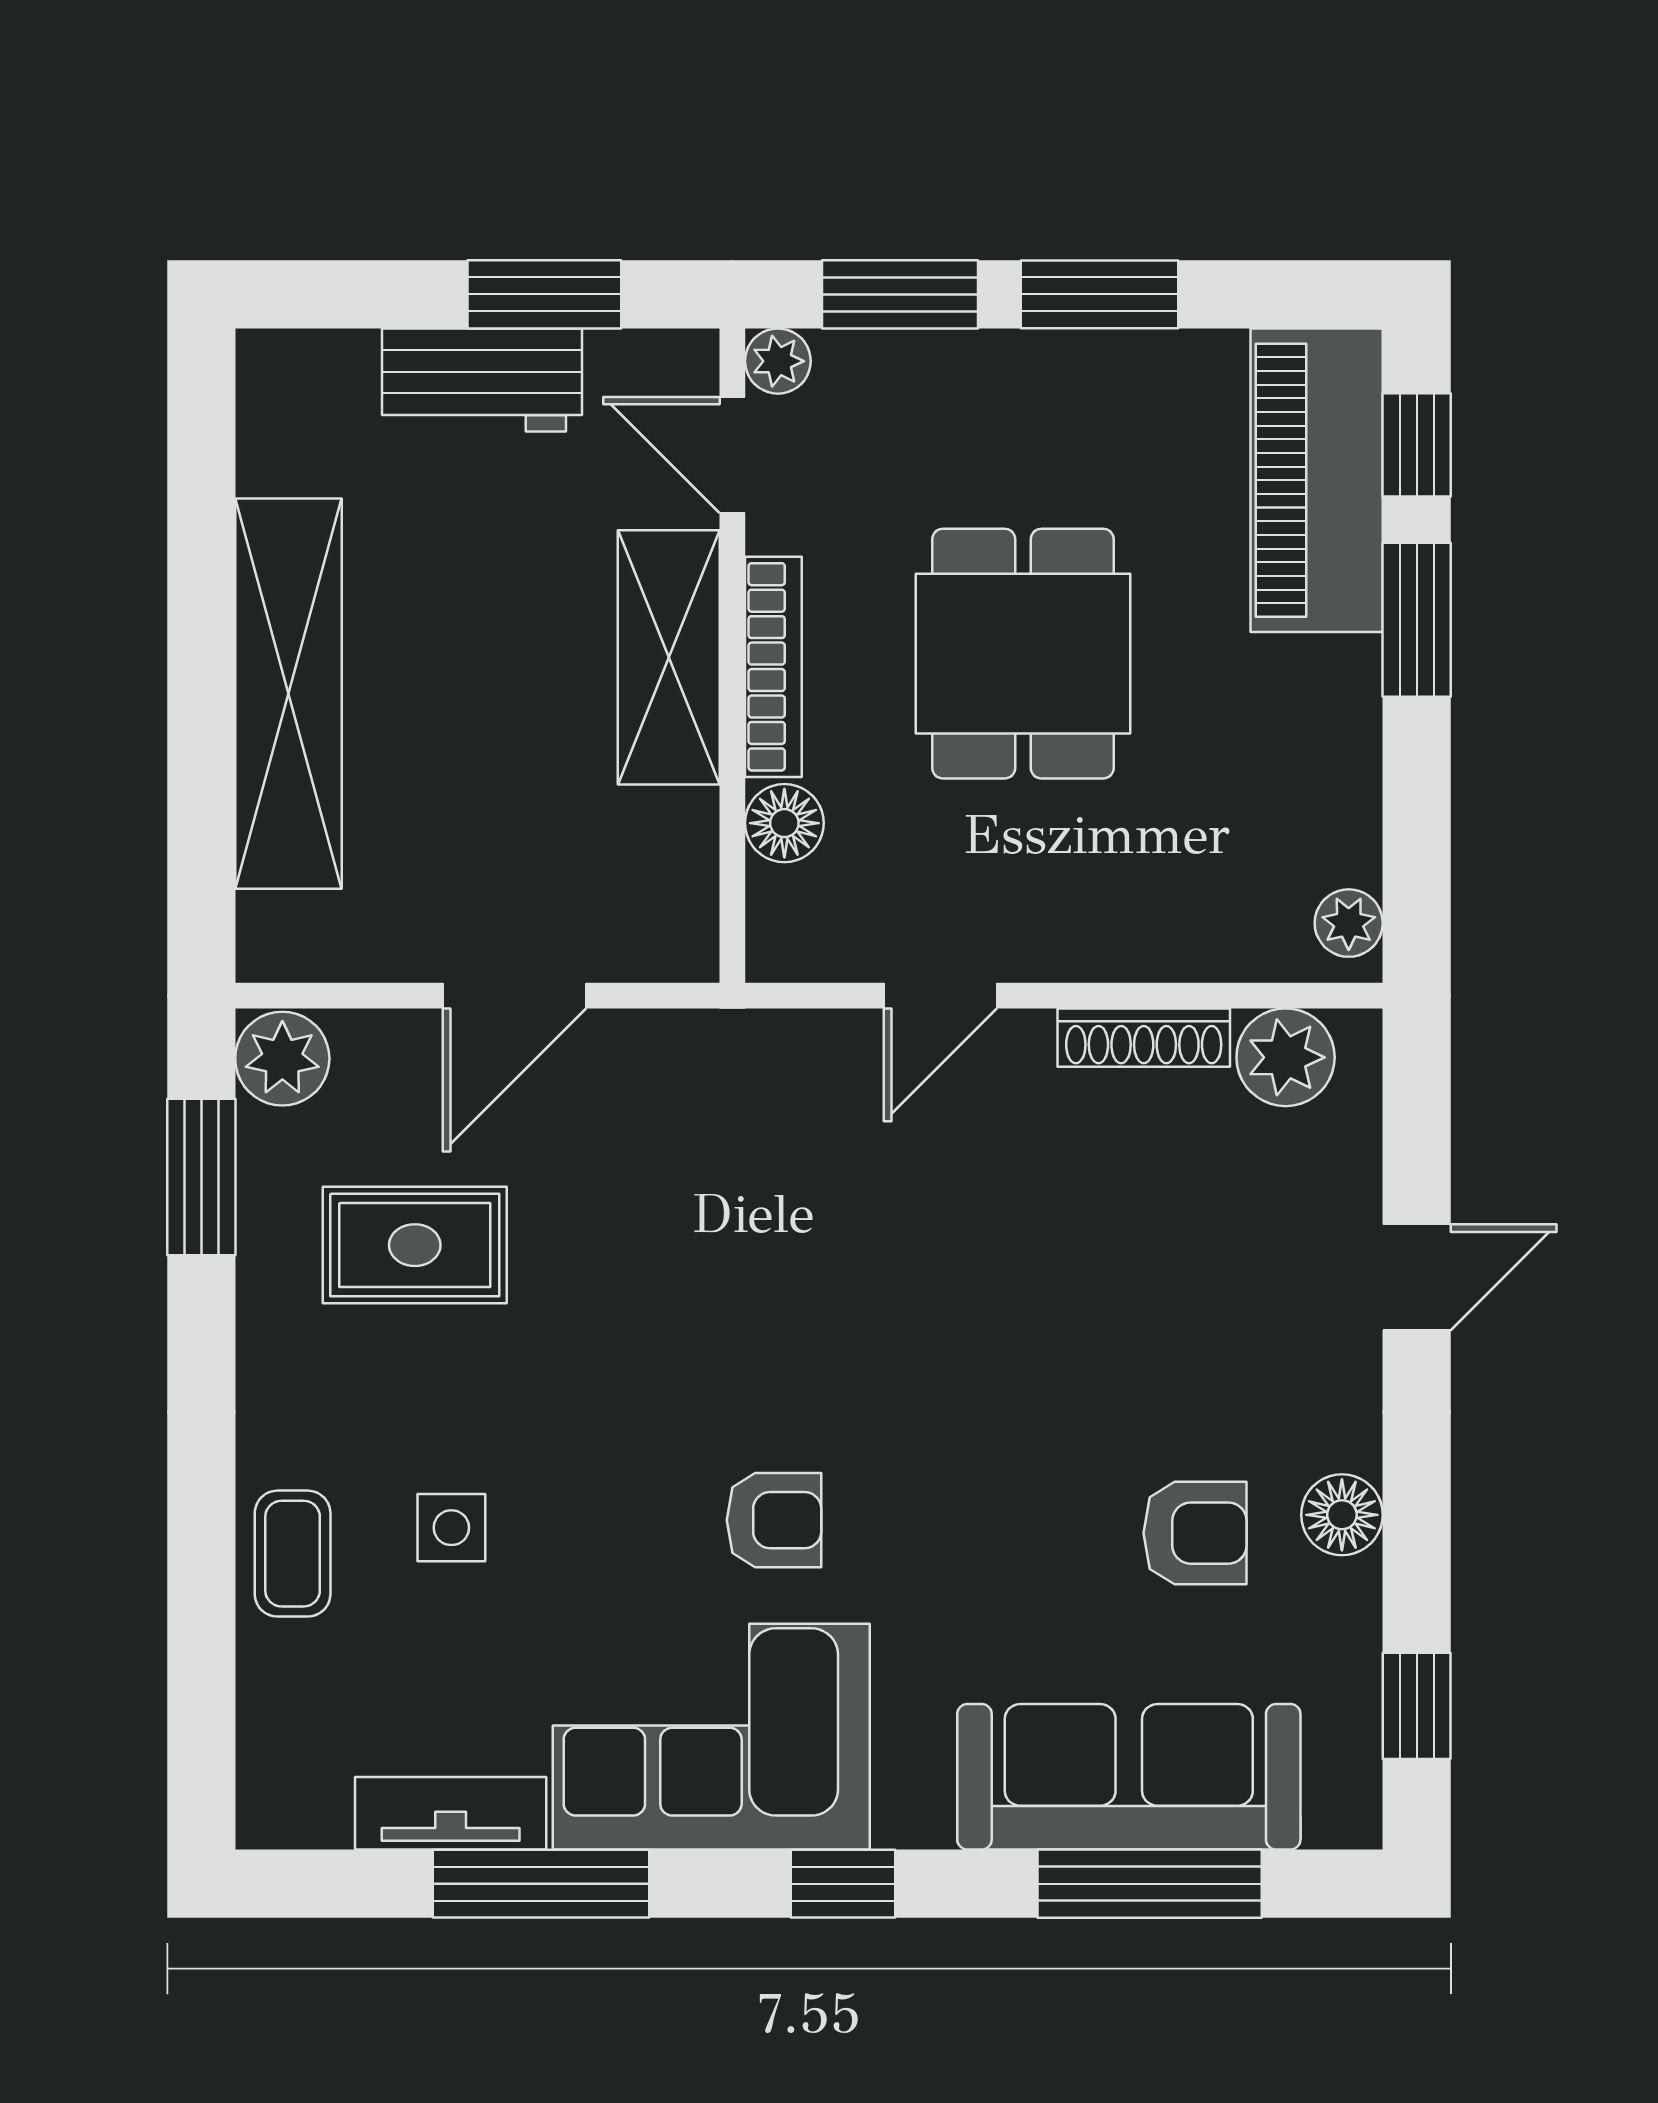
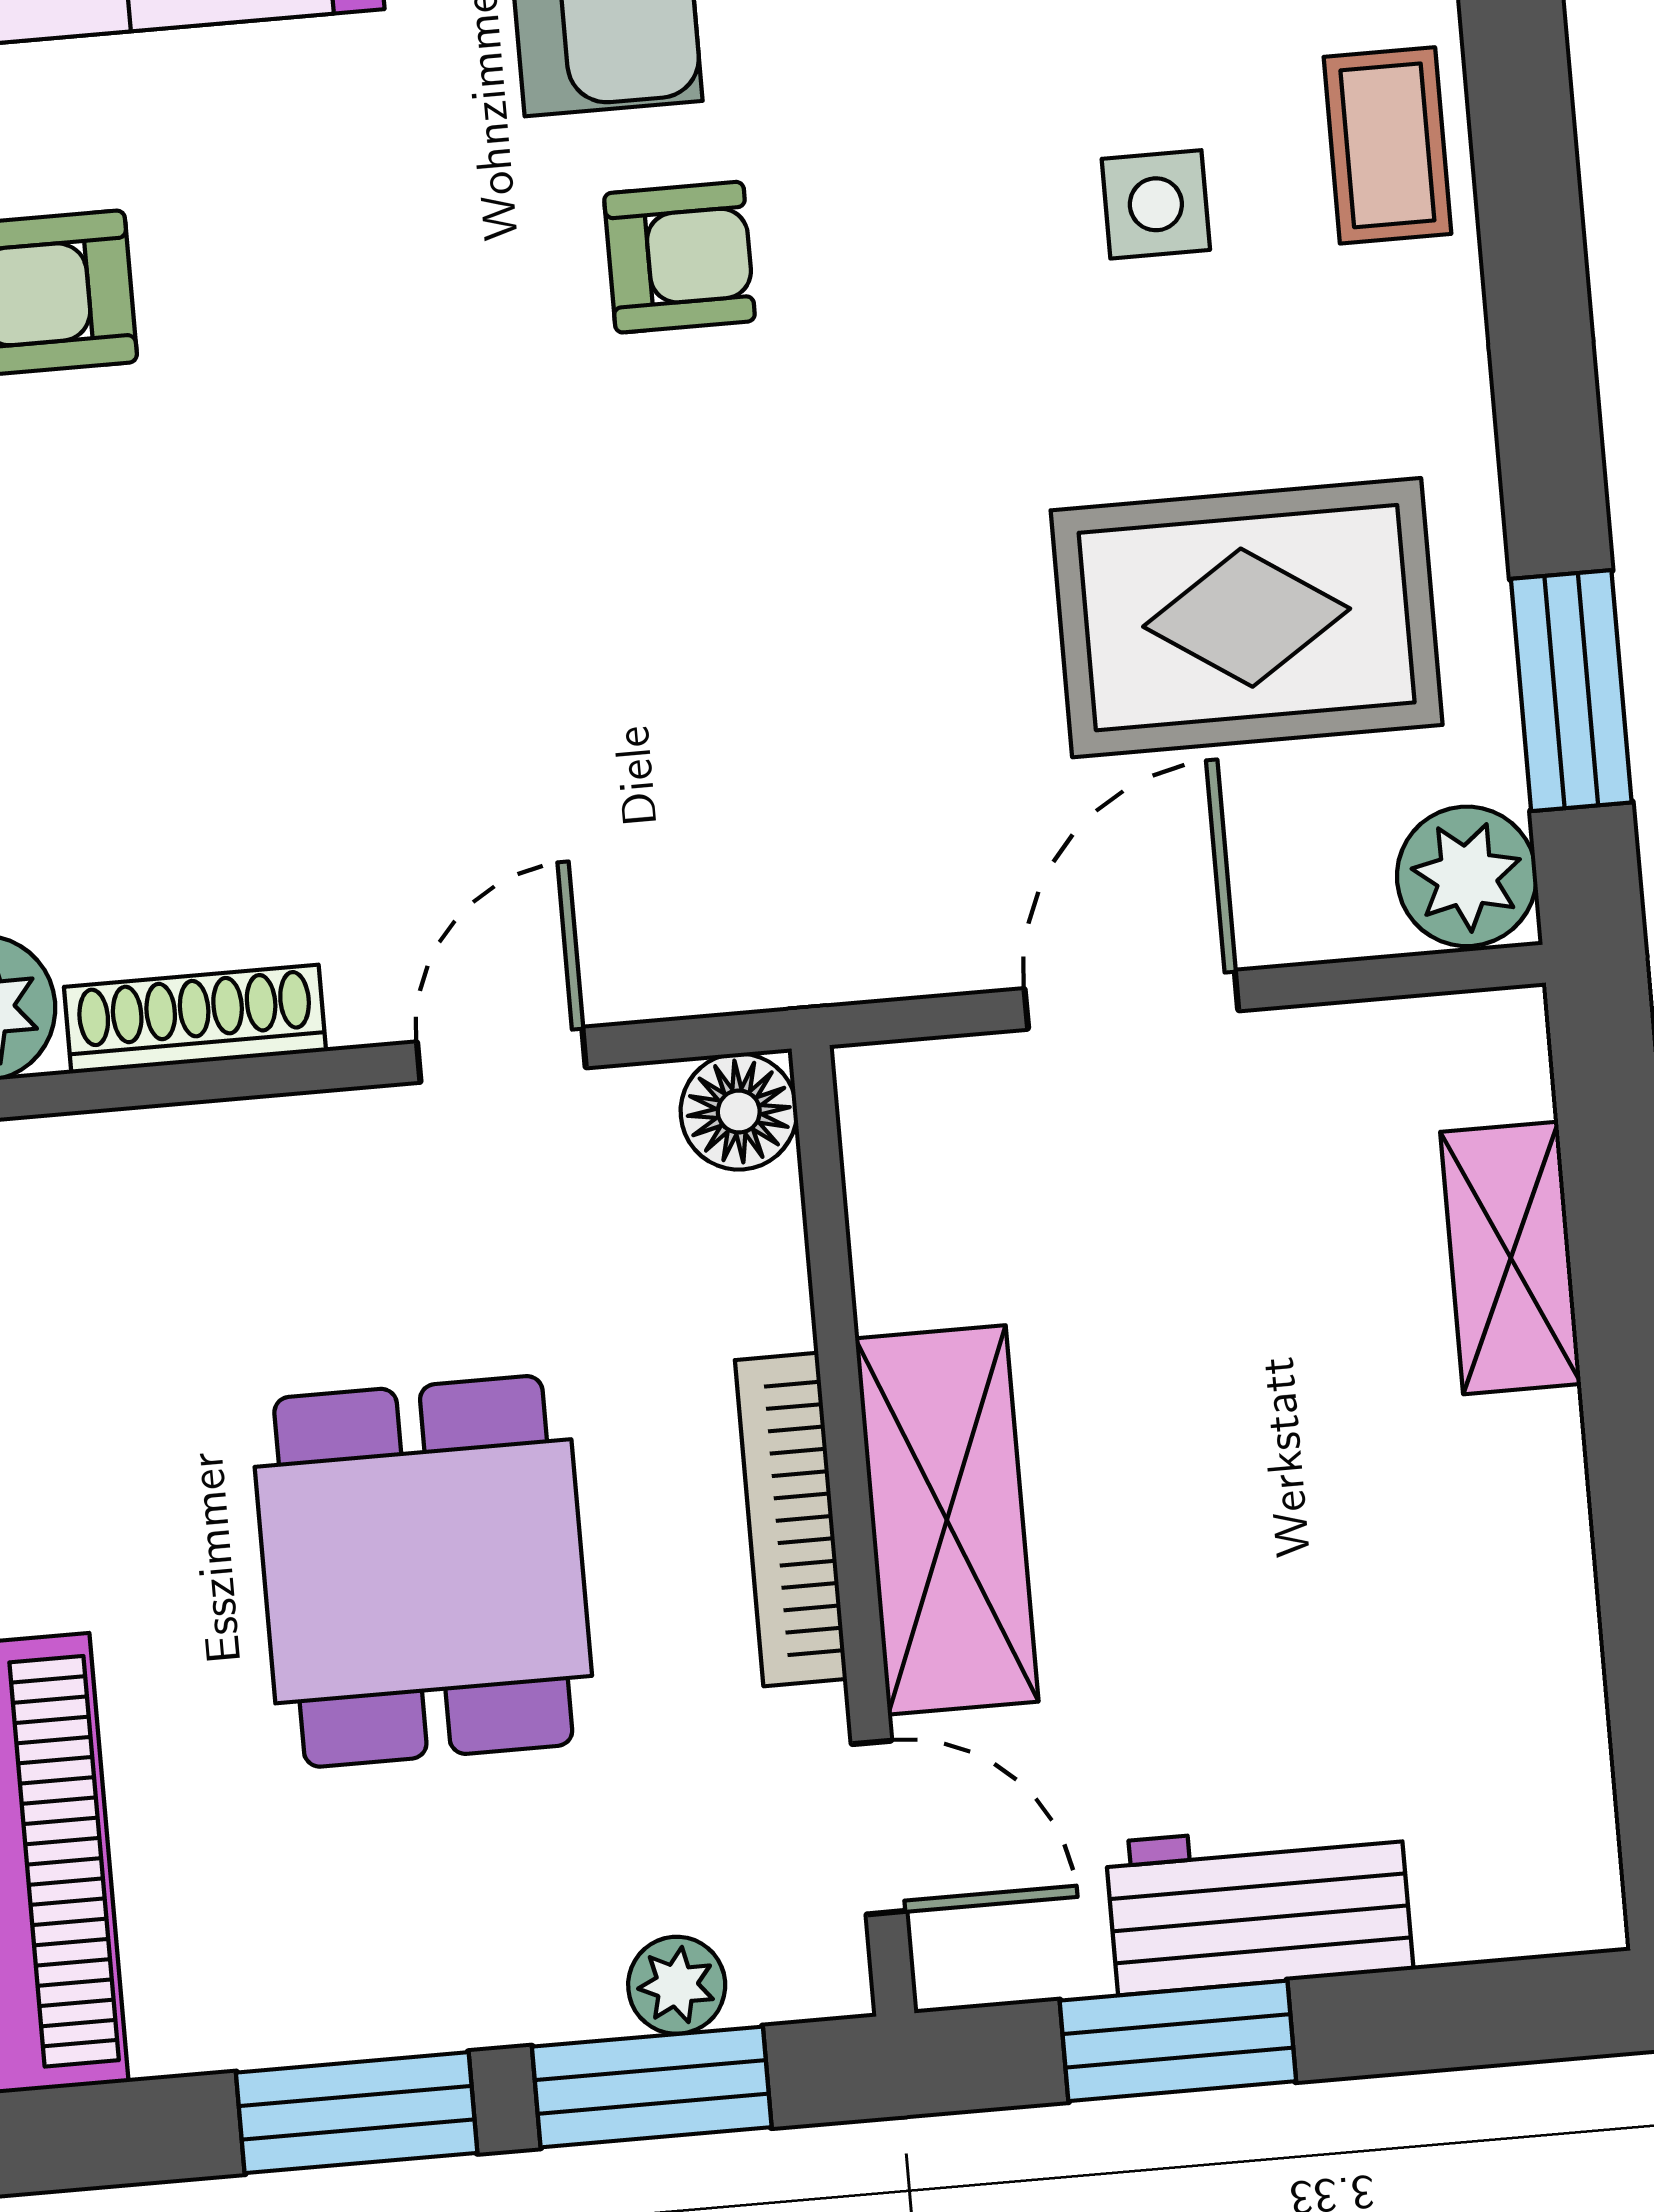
plant: (778, 361) -> (677, 1985), moved
shelving: (288, 694) -> (1511, 1258), width x0.45, depth x0.75
floor lamp: (784, 823) -> (739, 1111), moved
rug: (415, 1245) -> (1247, 618), width x1.36, depth x1.43
armchair: (774, 1520) -> (679, 257), turned 180

